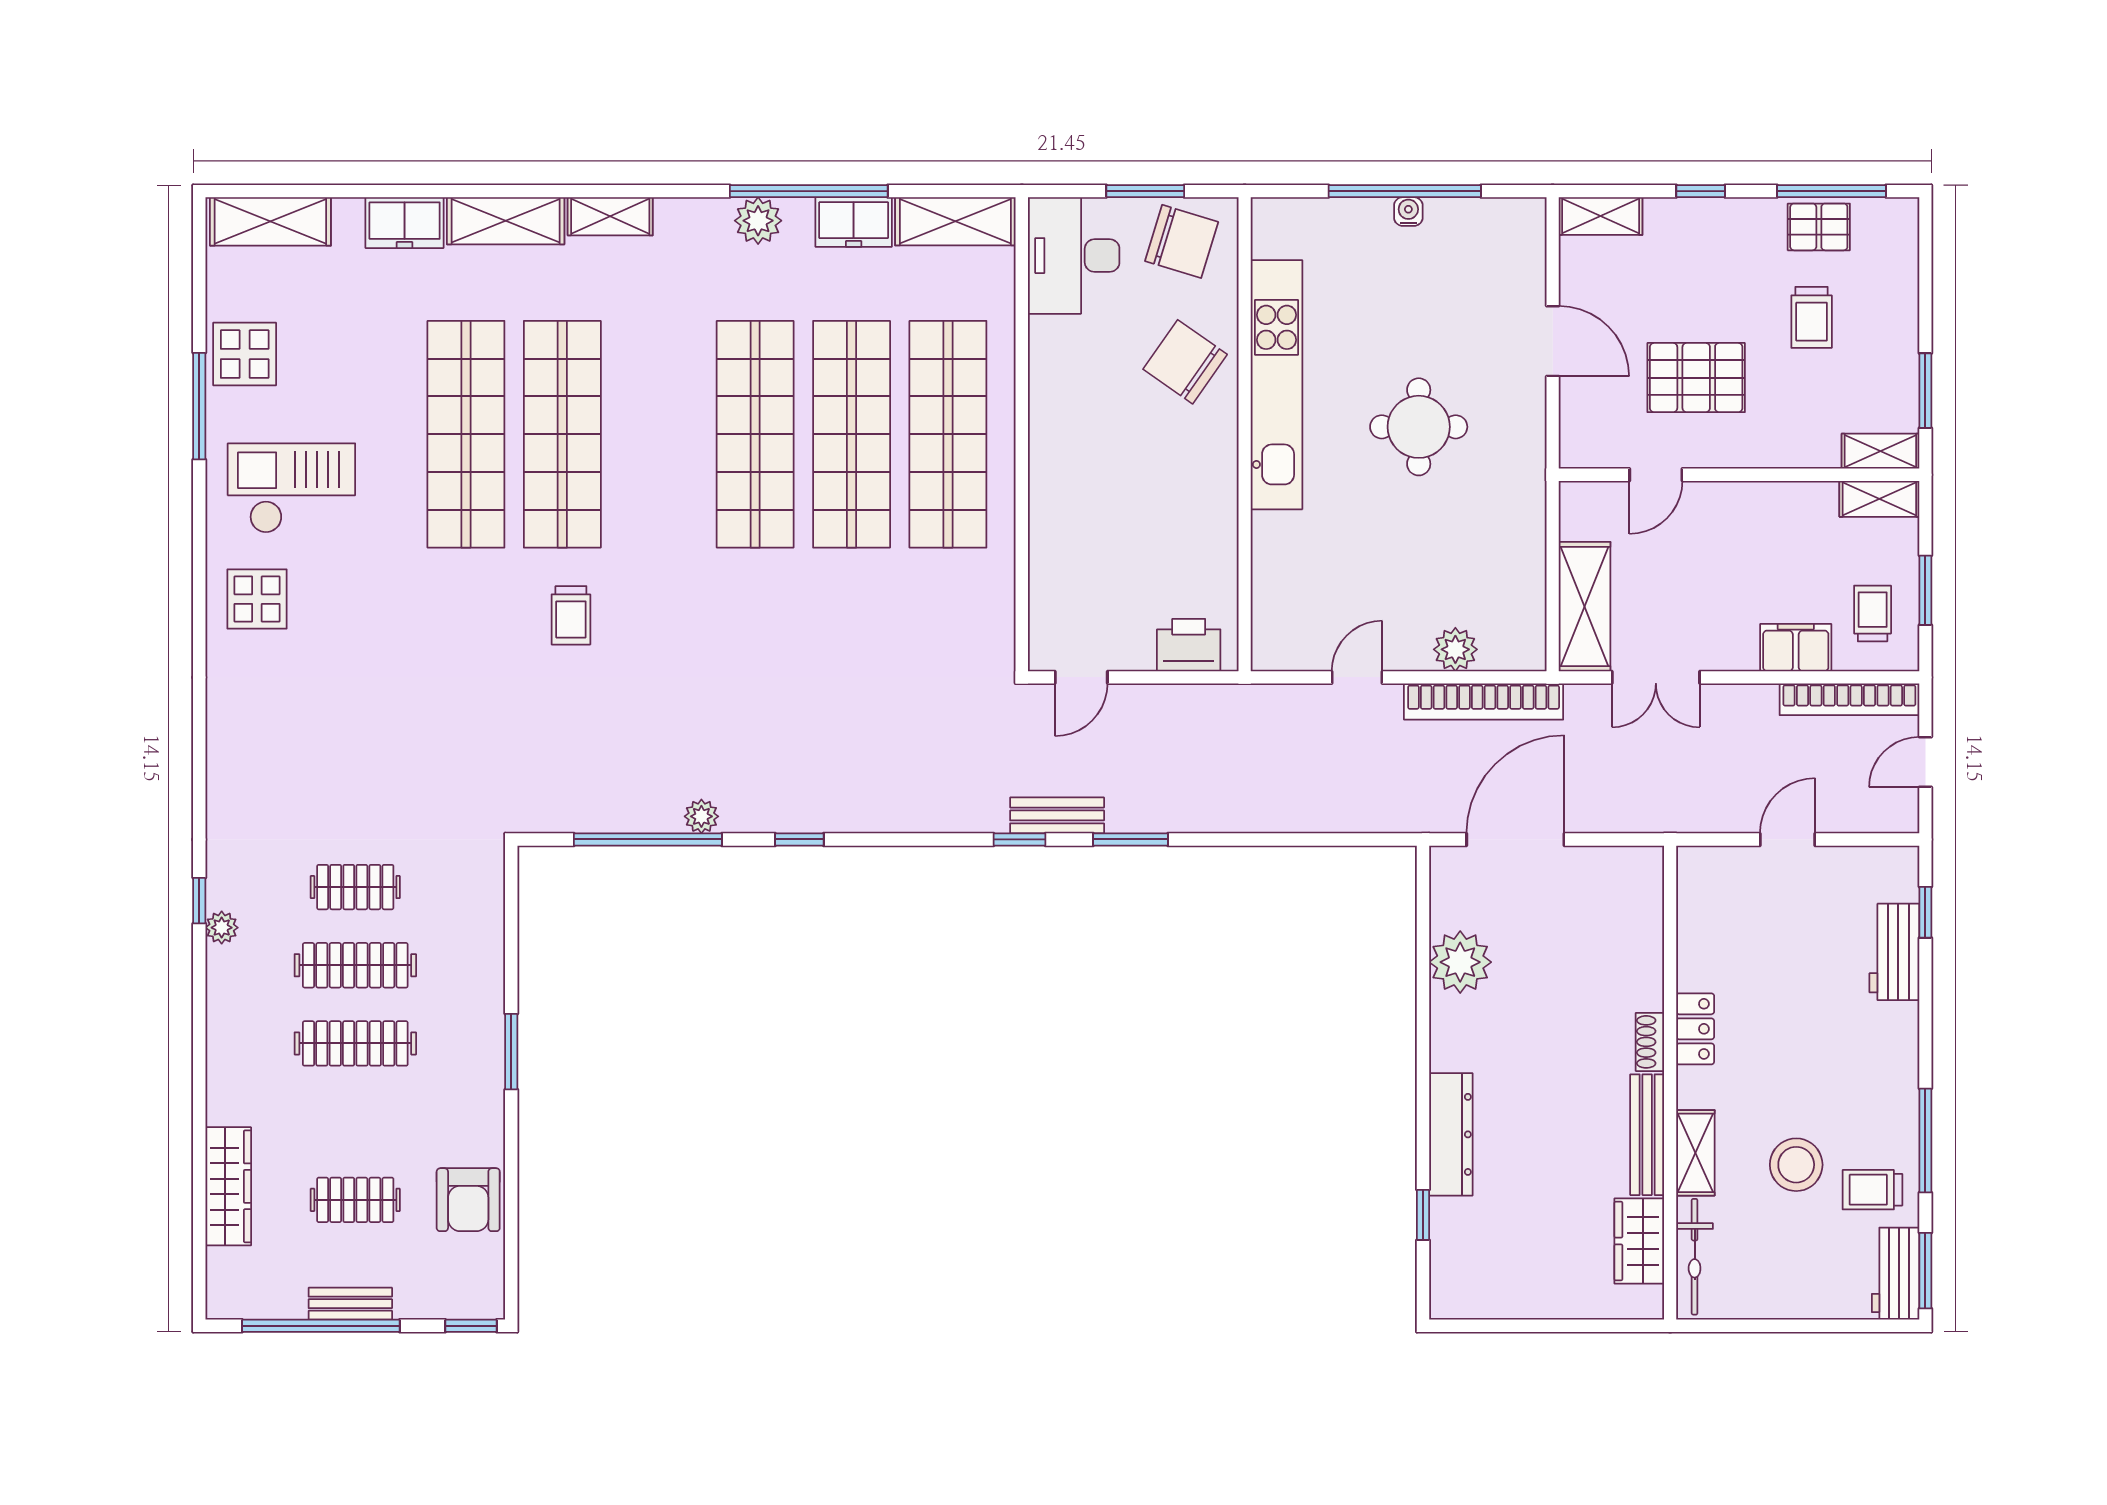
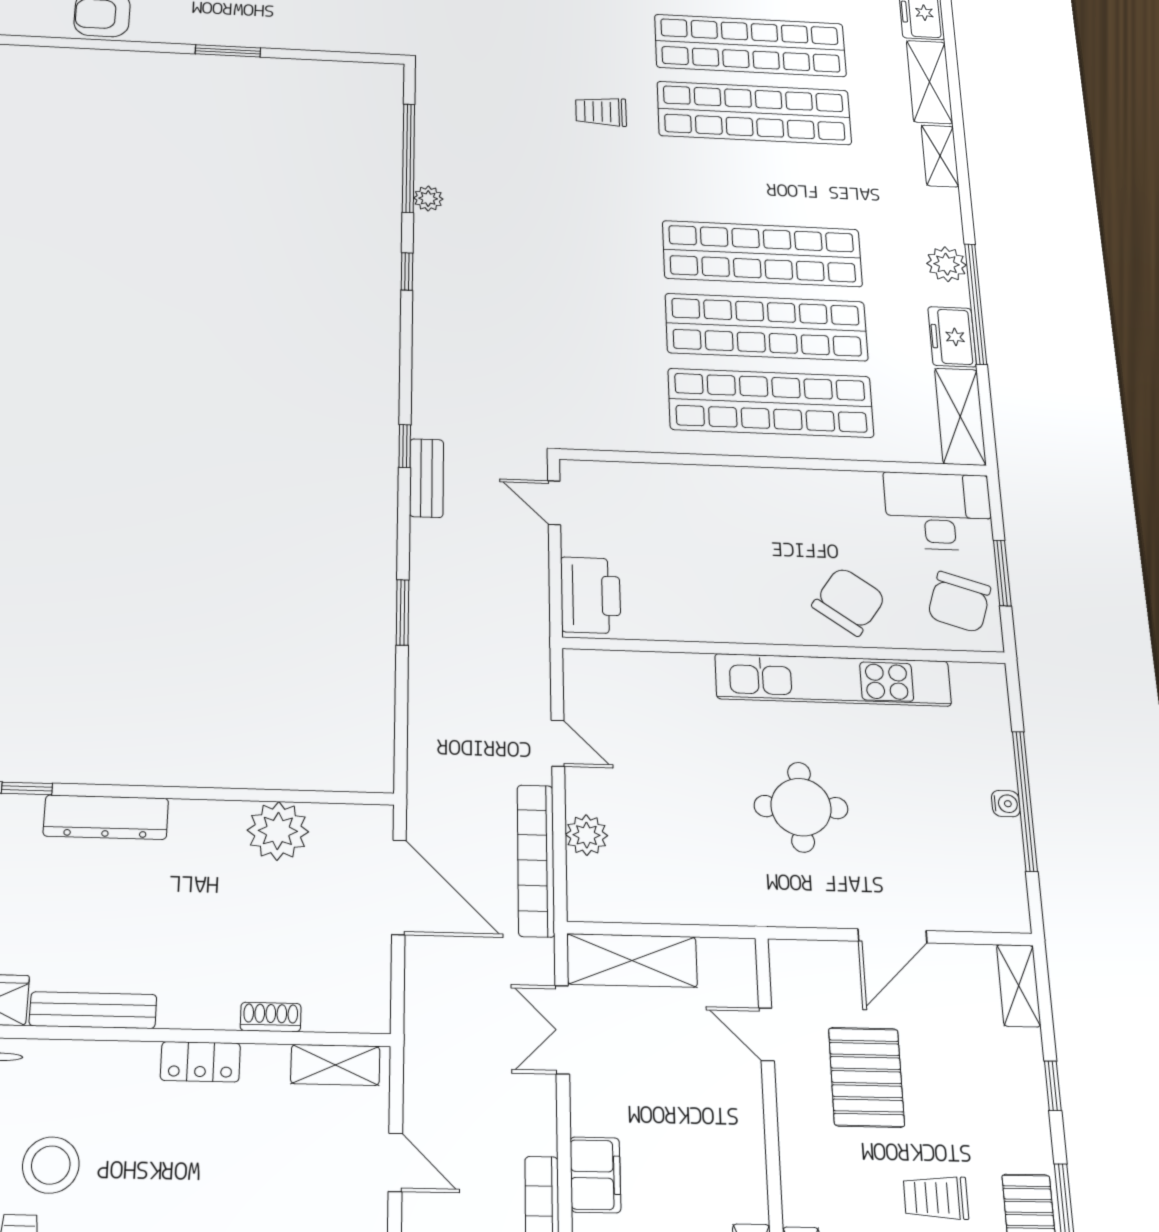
printer: (1189, 645) -> (591, 595), width x1.37, depth x1.19
window: (1130, 839) -> (403, 612), moved
shoe rack: (1650, 1042) -> (271, 1017), moved
shelving: (1695, 1153) -> (335, 1065), moved

